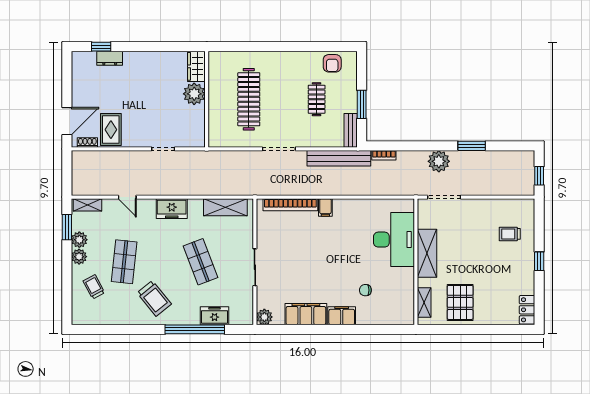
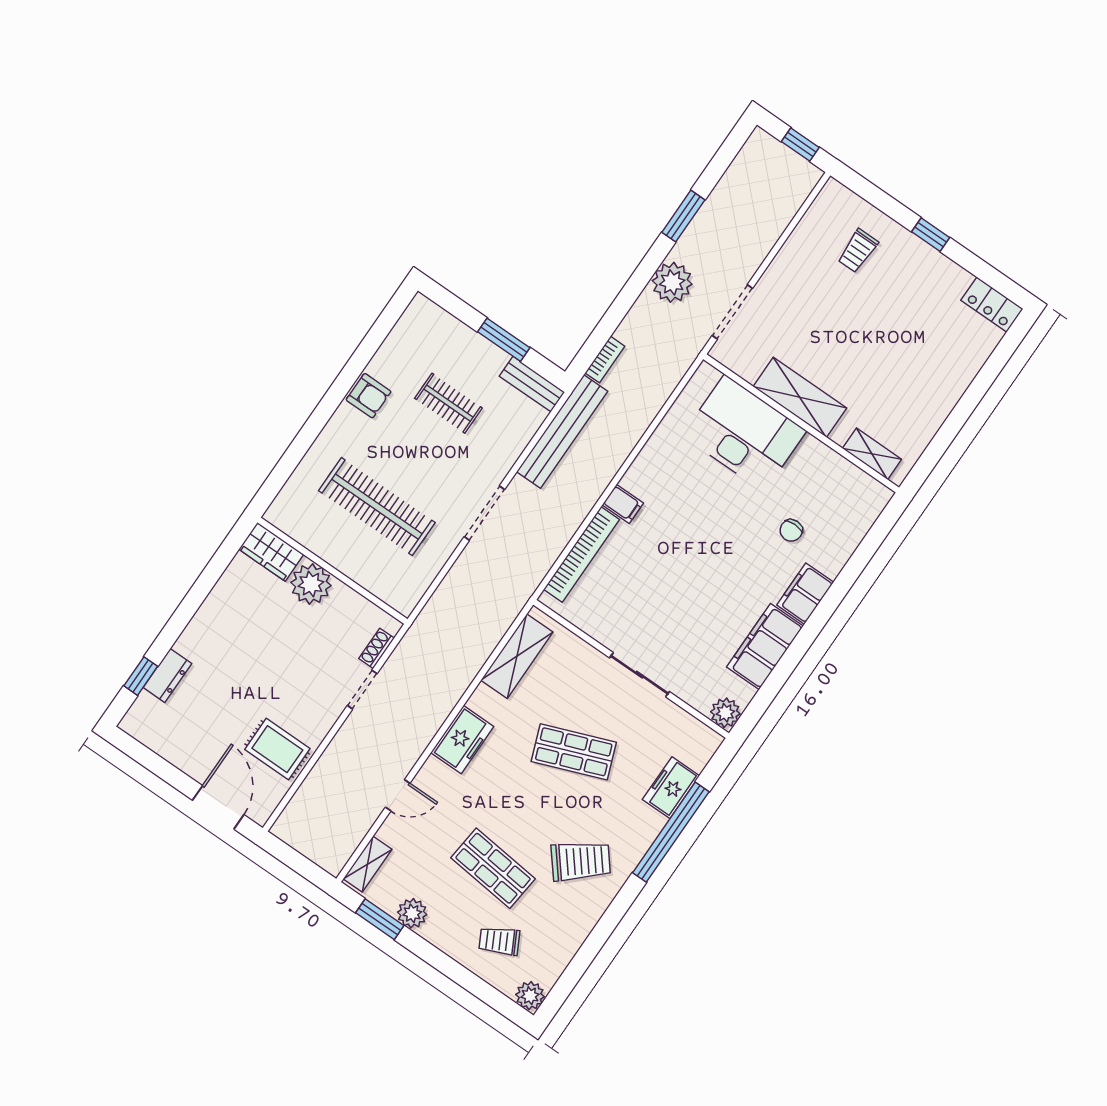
armchair: (332, 63) -> (369, 396), moved
shoe rack: (87, 143) -> (376, 648), moved
plant: (79, 257) -> (530, 996), moved
pallet: (460, 302) -> (910, 399), removed

